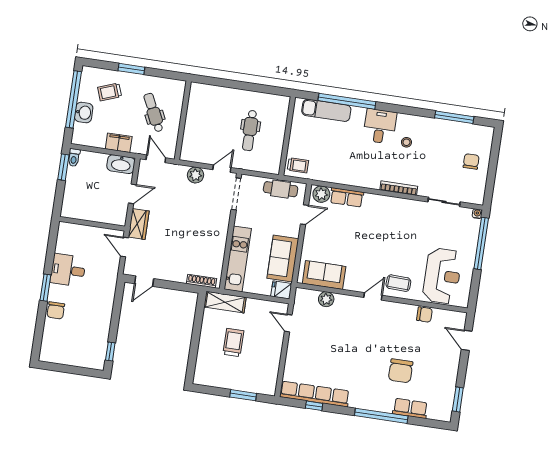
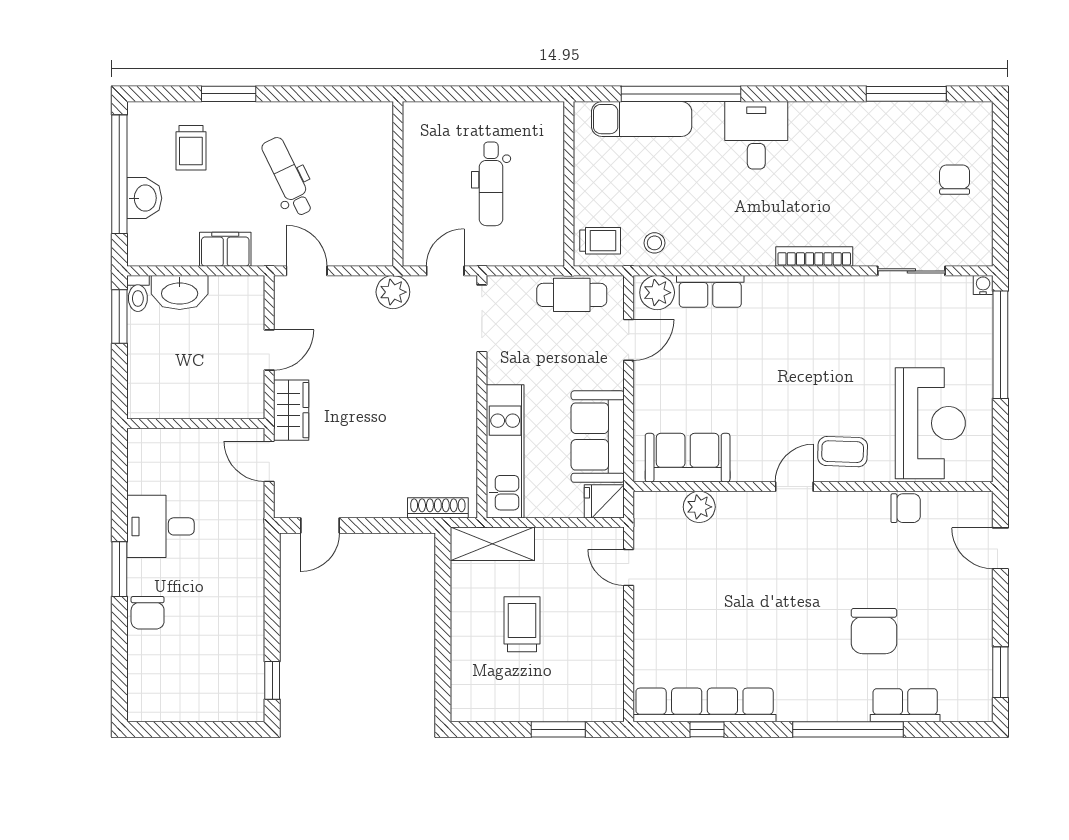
trolley: (110, 92) -> (191, 148), turned -70
wall: (183, 120) -> (398, 184), moved
stool: (406, 142) -> (654, 243), moved
washbasin: (121, 164) -> (180, 292), moved

